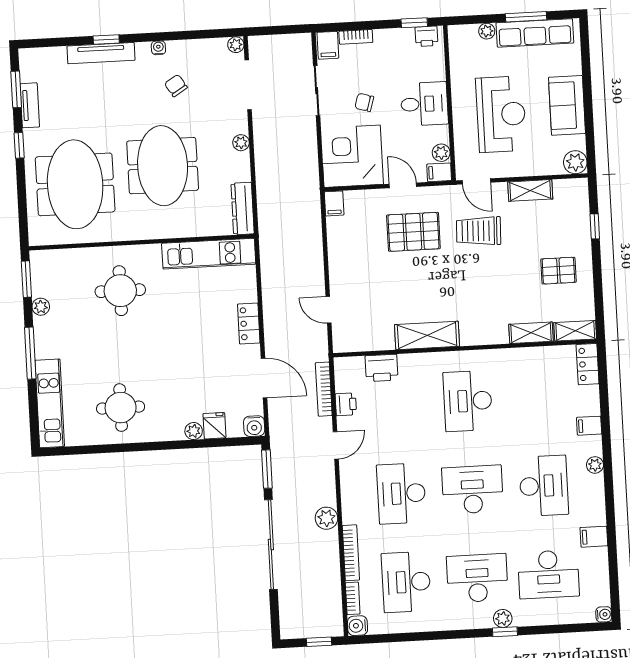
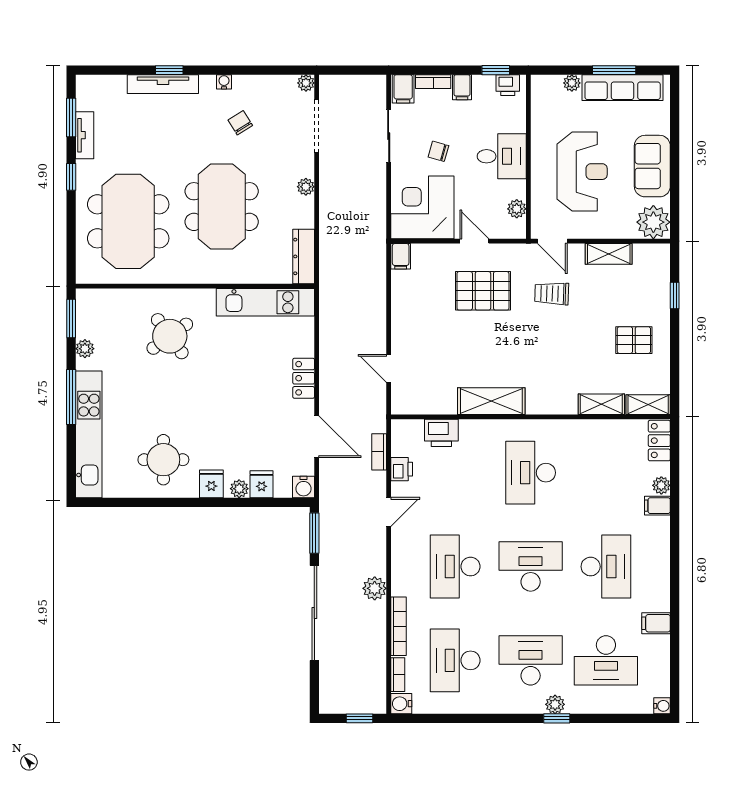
plant: (575, 162) -> (653, 222), width x1.36, depth x1.36
filing cabinet: (439, 172) -> (462, 87), moved, turned -90
trolley: (479, 231) -> (552, 294), width x0.73, depth x0.72
round table: (120, 291) -> (170, 336), turned -36
bookcase: (324, 389) -> (379, 452), width x0.64
kitchen unit: (50, 403) -> (89, 434), width x1.36
fridge: (167, 428) -> (211, 484), added
plant: (595, 465) -> (661, 485), moved

